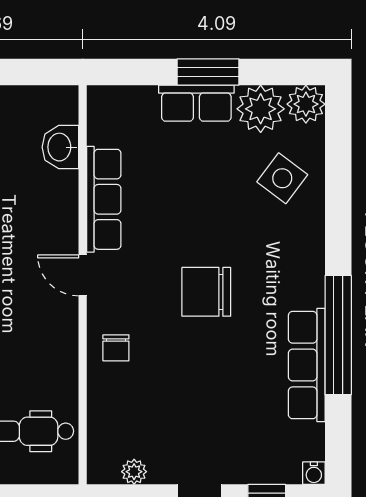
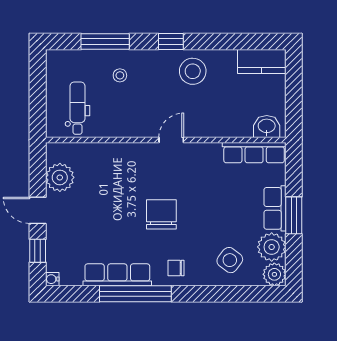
washbasin: (60, 147) -> (267, 127), moved
row of seats: (104, 199) -> (254, 153), moved
chair: (116, 348) -> (176, 268), moved
plant: (134, 472) -> (60, 177), width x1.87, depth x1.87

